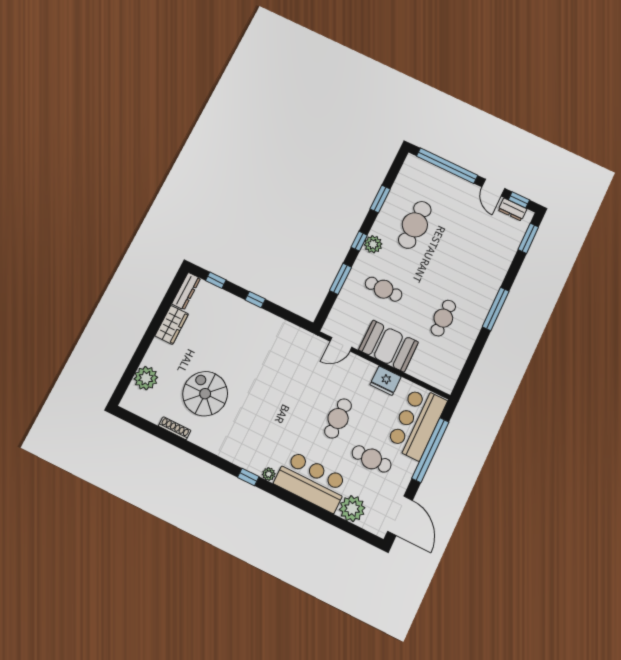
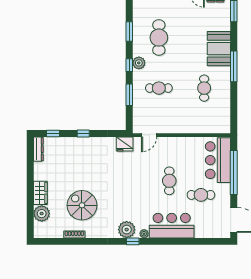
wardrobe: (172, 325) -> (40, 193), moved
booth: (388, 346) -> (219, 49), moved, turned 90
fridge: (386, 381) -> (125, 144), moved
plant: (352, 509) -> (127, 230), moved

